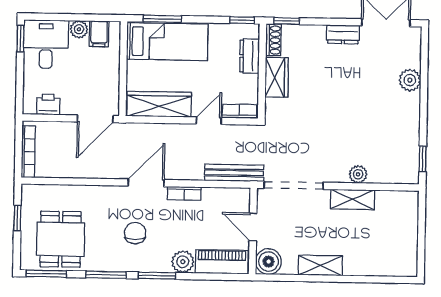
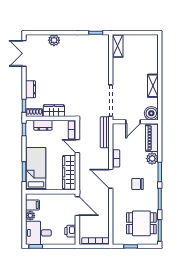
dresser: (343, 34) -> (31, 89), moved
plant: (358, 174) -> (104, 67), removed
shelving: (353, 199) -> (118, 46), moved

